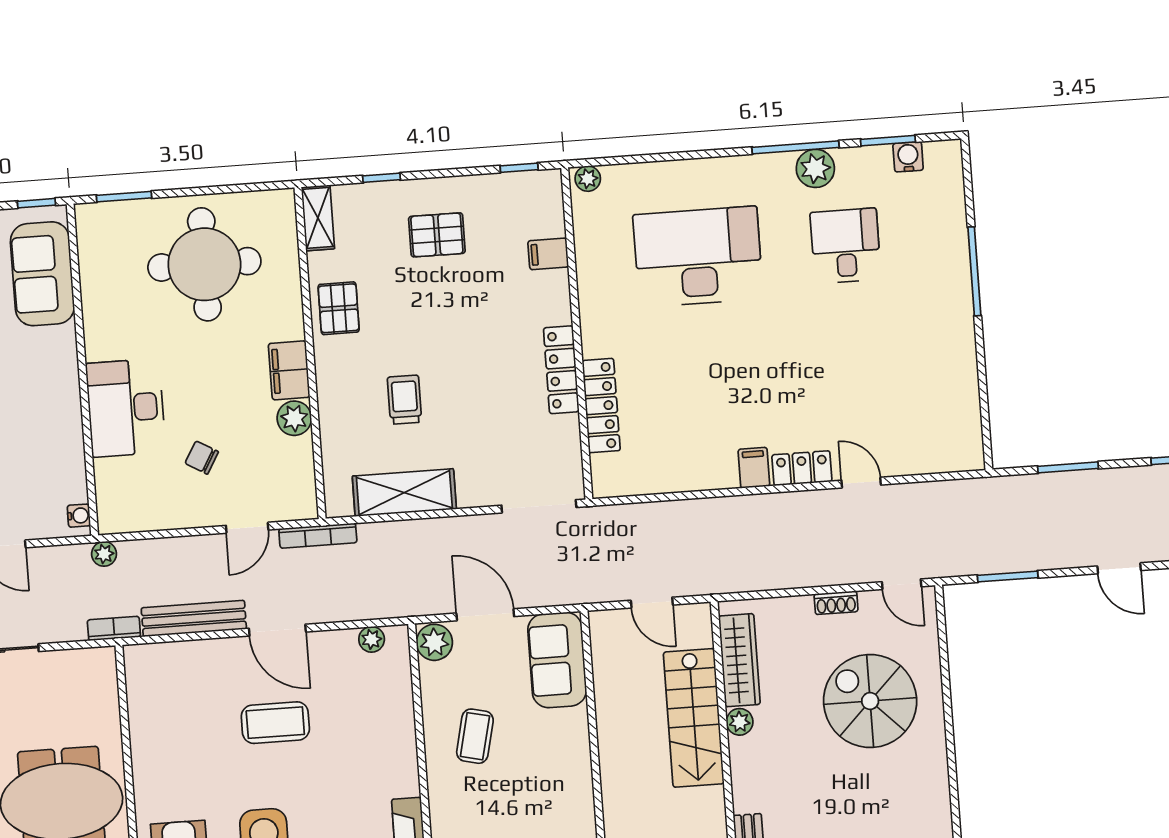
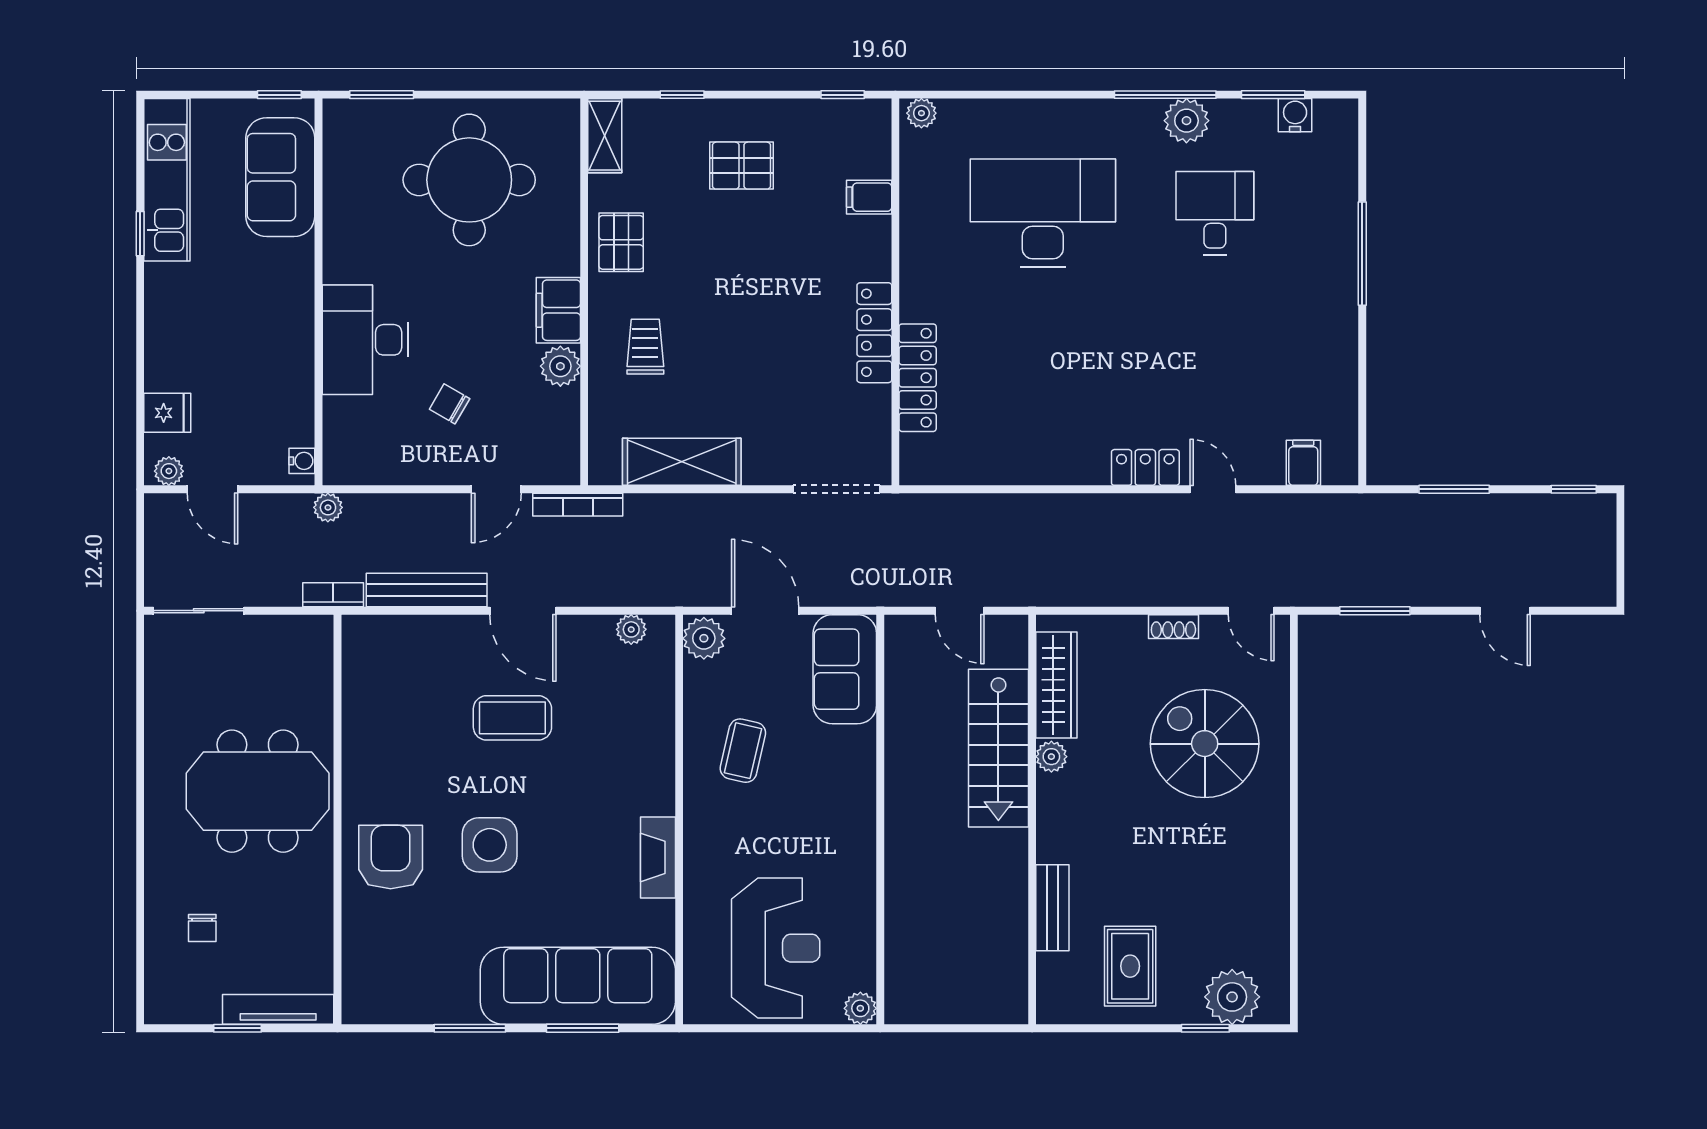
trolley: (405, 400) -> (645, 347), moved
filing cabinet: (754, 468) -> (1303, 463), moved

